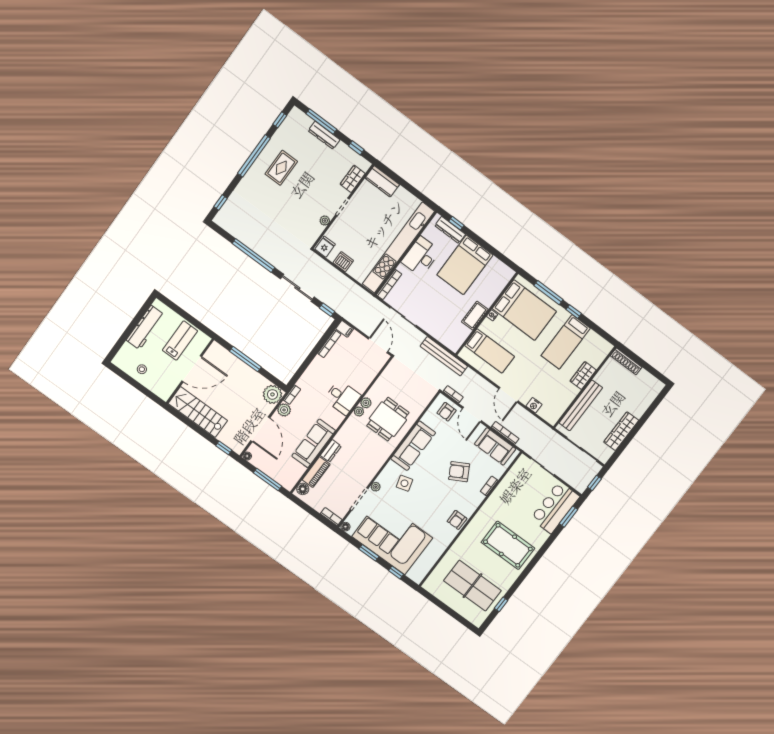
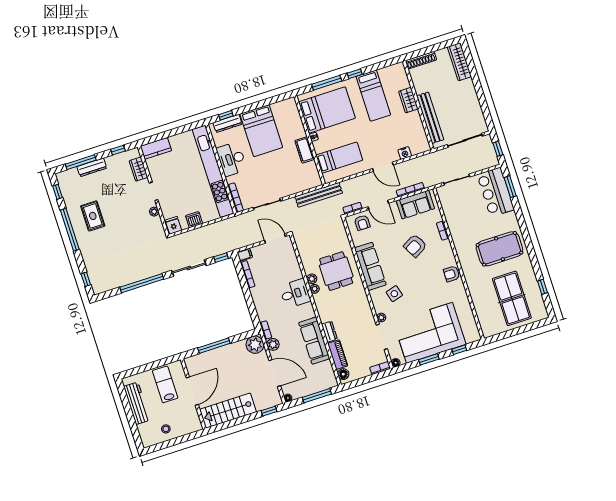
wardrobe: (621, 431) -> (459, 62), moved
armchair: (457, 520) -> (452, 274), turned 90
table tennis table: (472, 586) -> (512, 298), turned 90

